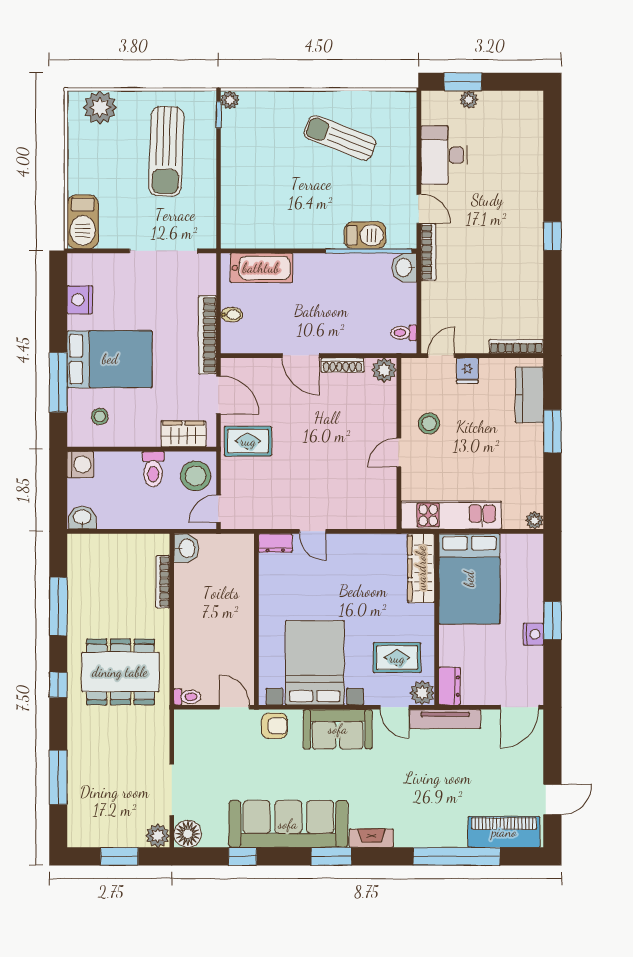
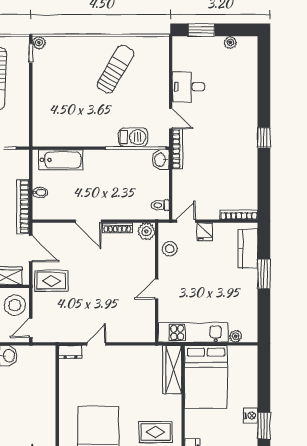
plant: (469, 100) -> (230, 42), moved
sun lounger: (340, 138) -> (116, 69), turned 99
desk: (444, 155) -> (188, 87), width x0.73
stool: (429, 423) -> (170, 249), moved
plant: (535, 520) -> (236, 336), moved
door: (313, 531) -> (96, 344), swing flipped
window: (552, 621) -> (264, 426), moved

